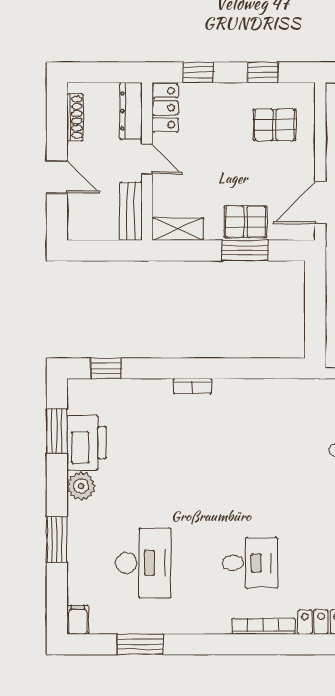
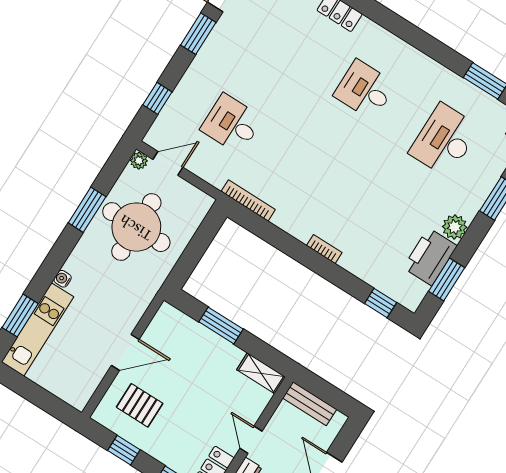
door: (320, 203) -> (125, 352), moved
bench: (131, 211) -> (310, 404), moved, turned 90
pallet: (246, 222) -> (207, 347), removed
bookcase: (263, 626) -> (248, 200), moved, turned 180

